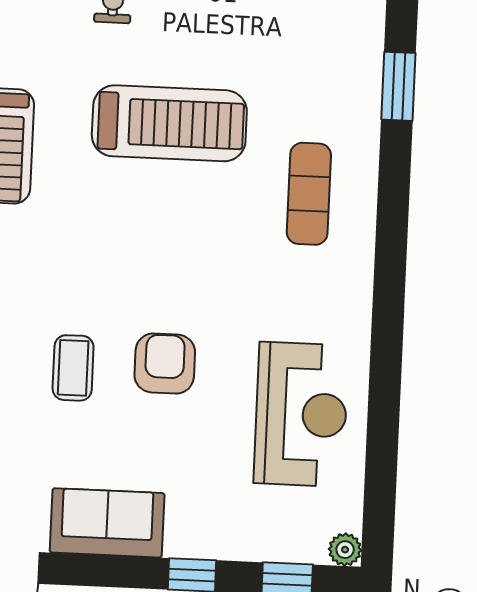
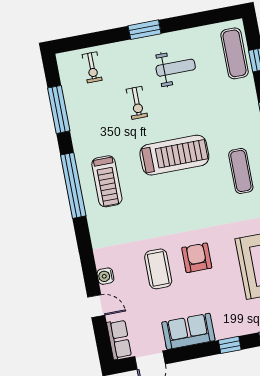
coffee table: (73, 368) -> (158, 269), width x1.36, depth x1.30

